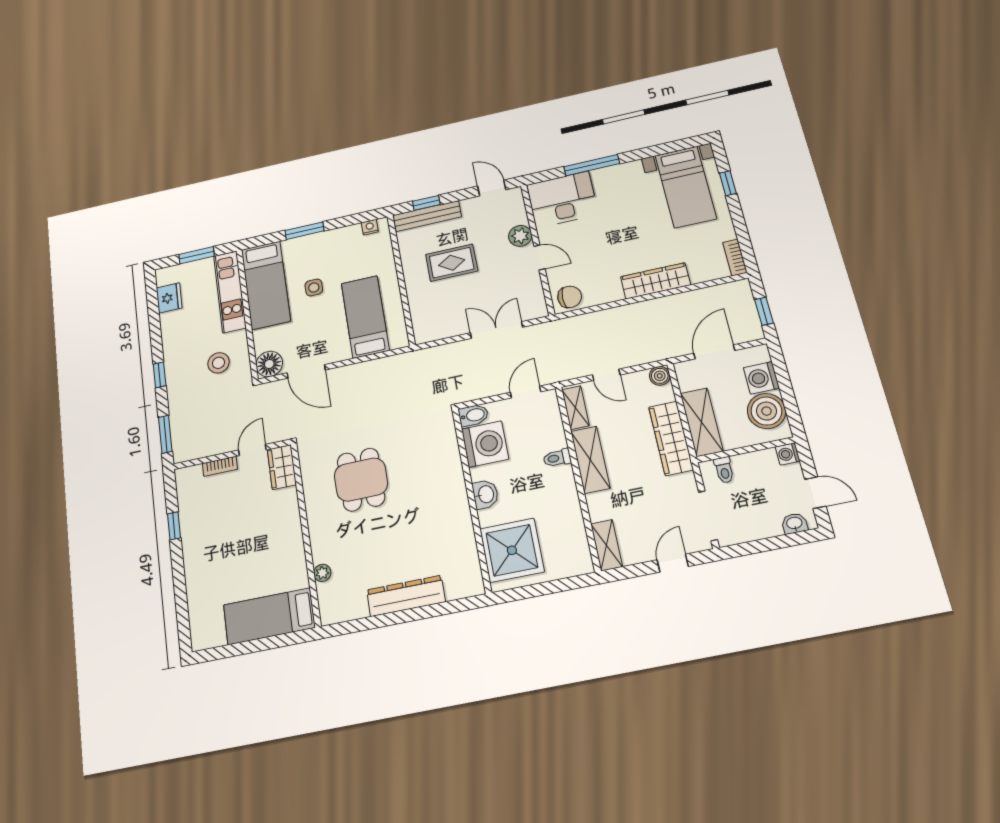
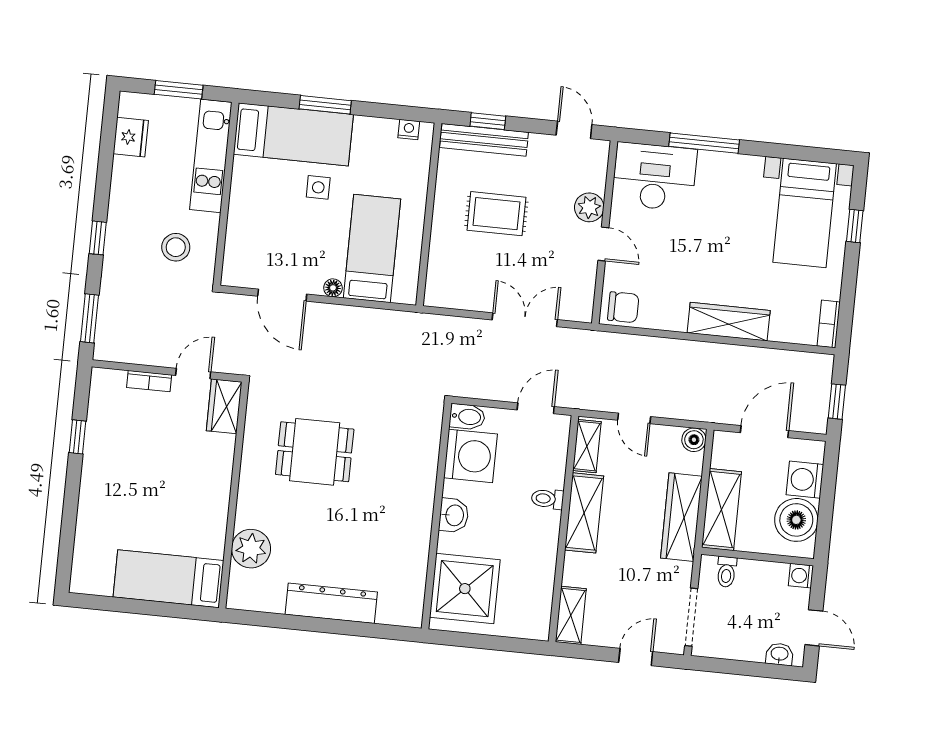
bed: (266, 285) -> (293, 134), moved, turned -90
floor lamp: (269, 364) -> (333, 288), moved, width x0.53, depth x0.53
dining table: (361, 480) -> (315, 452), turned 90
plant: (322, 573) -> (251, 549), width x1.87, depth x1.87

